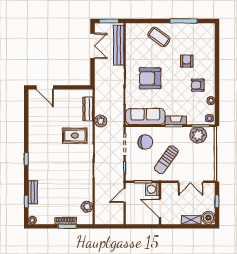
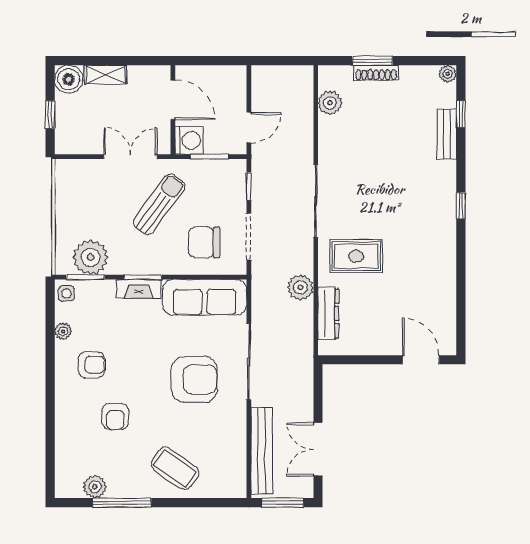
plant: (196, 28) -> (95, 487), added
double door: (191, 182) -> (131, 157), moved

